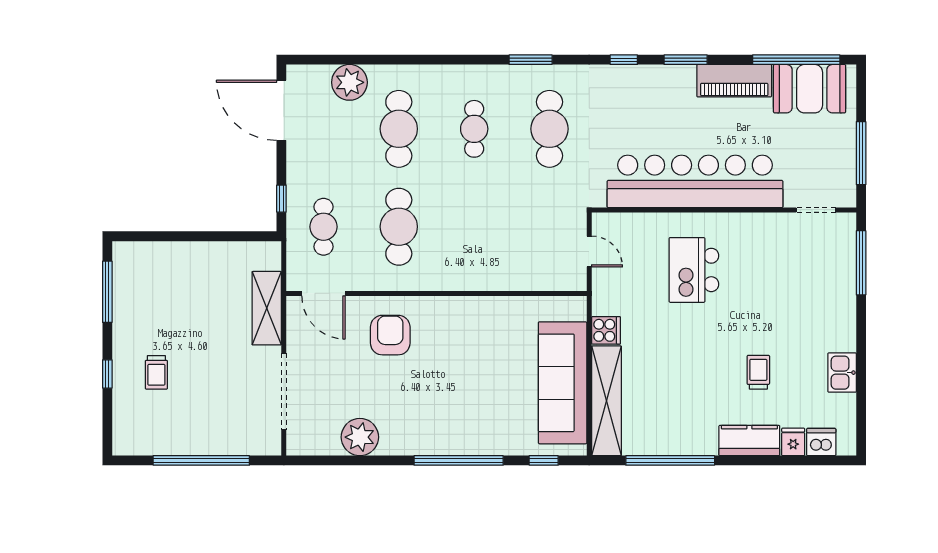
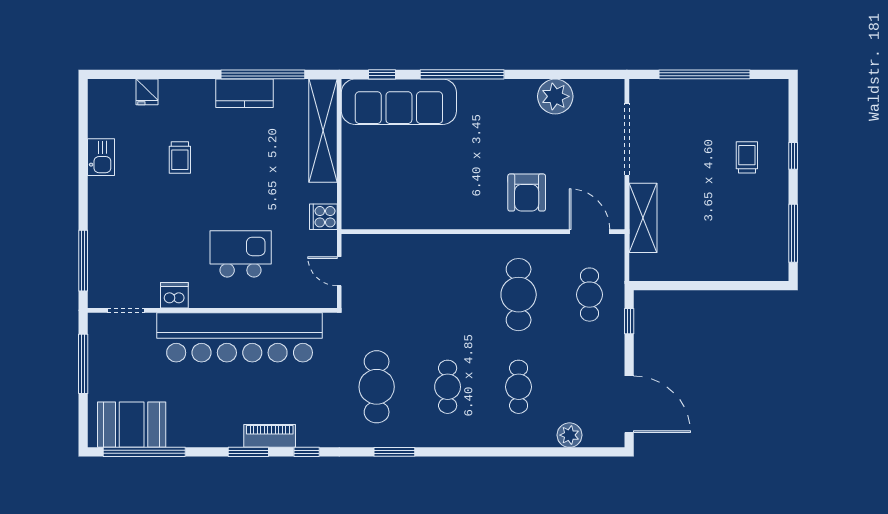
piano: (734, 81) -> (270, 436), moved, width x0.73, depth x0.75
plant: (349, 82) -> (570, 435), width x0.73, depth x0.73
cafe table: (399, 129) -> (519, 387), width x0.73, depth x0.74
kitchen island: (694, 270) -> (241, 254), turned -90
cooker: (606, 330) -> (323, 217), moved
sofa: (563, 383) -> (399, 102), moved, turned 90
kitchen counter: (749, 440) -> (245, 93), moved
dishwasher: (821, 442) -> (174, 295), moved, turned 180

